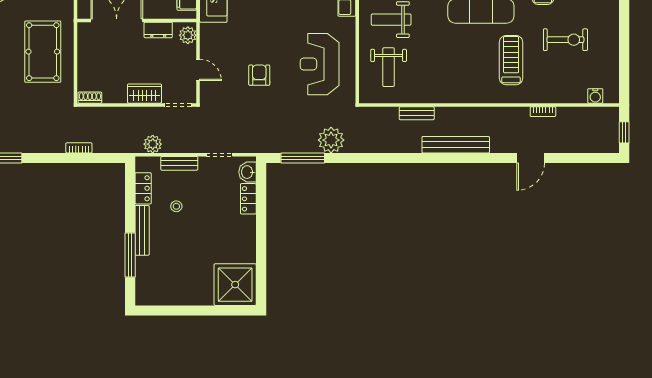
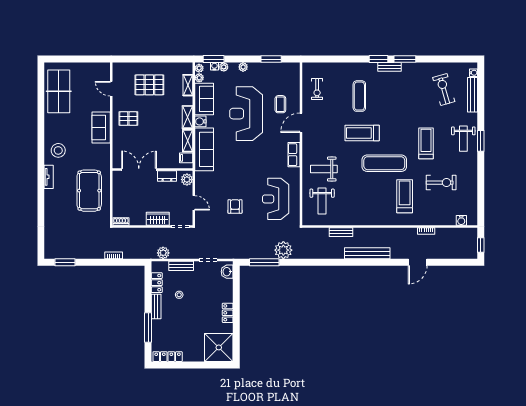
locker: (248, 199) -> (228, 313), moved
bench: (142, 230) -> (156, 306), width x0.73
locker: (159, 298) -> (168, 357), added

